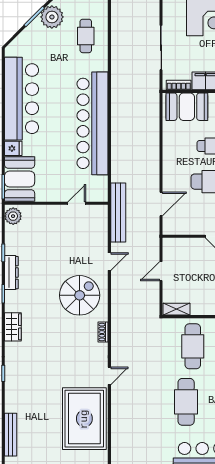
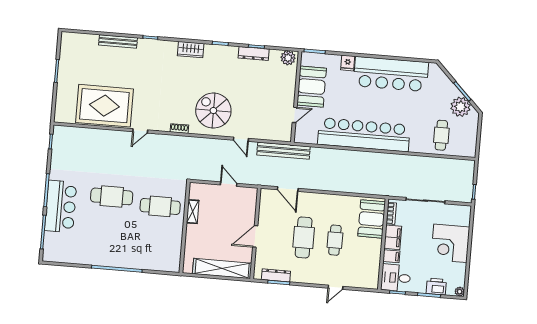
cafe table: (86, 36) -> (441, 135), turned 90
booth: (20, 179) -> (312, 87), moved, turned 90
door: (77, 203) -> (295, 115), hinge flipped
dresser: (11, 273) -> (254, 53), moved
spiral stairs: (80, 295) -> (213, 111), turned 180
shelving: (177, 309) -> (193, 212), moved
door: (109, 376) -> (140, 131), hinge flipped
bench: (11, 435) -> (118, 41), moved

